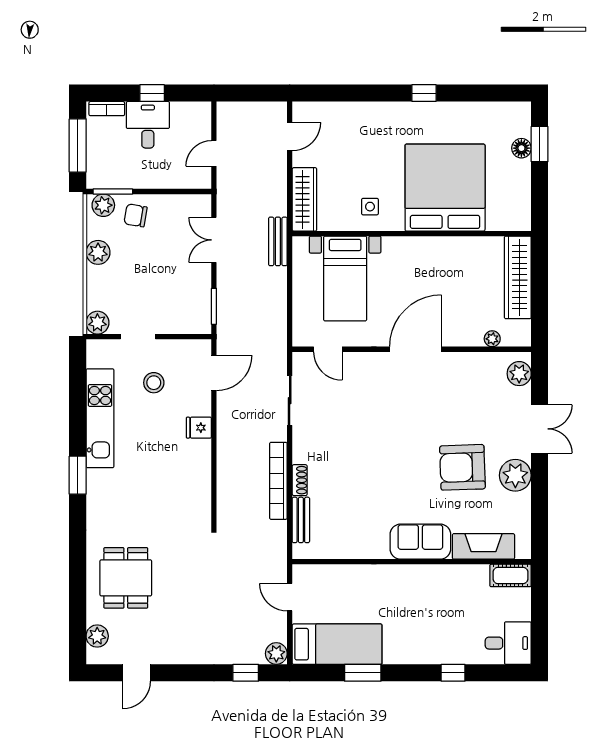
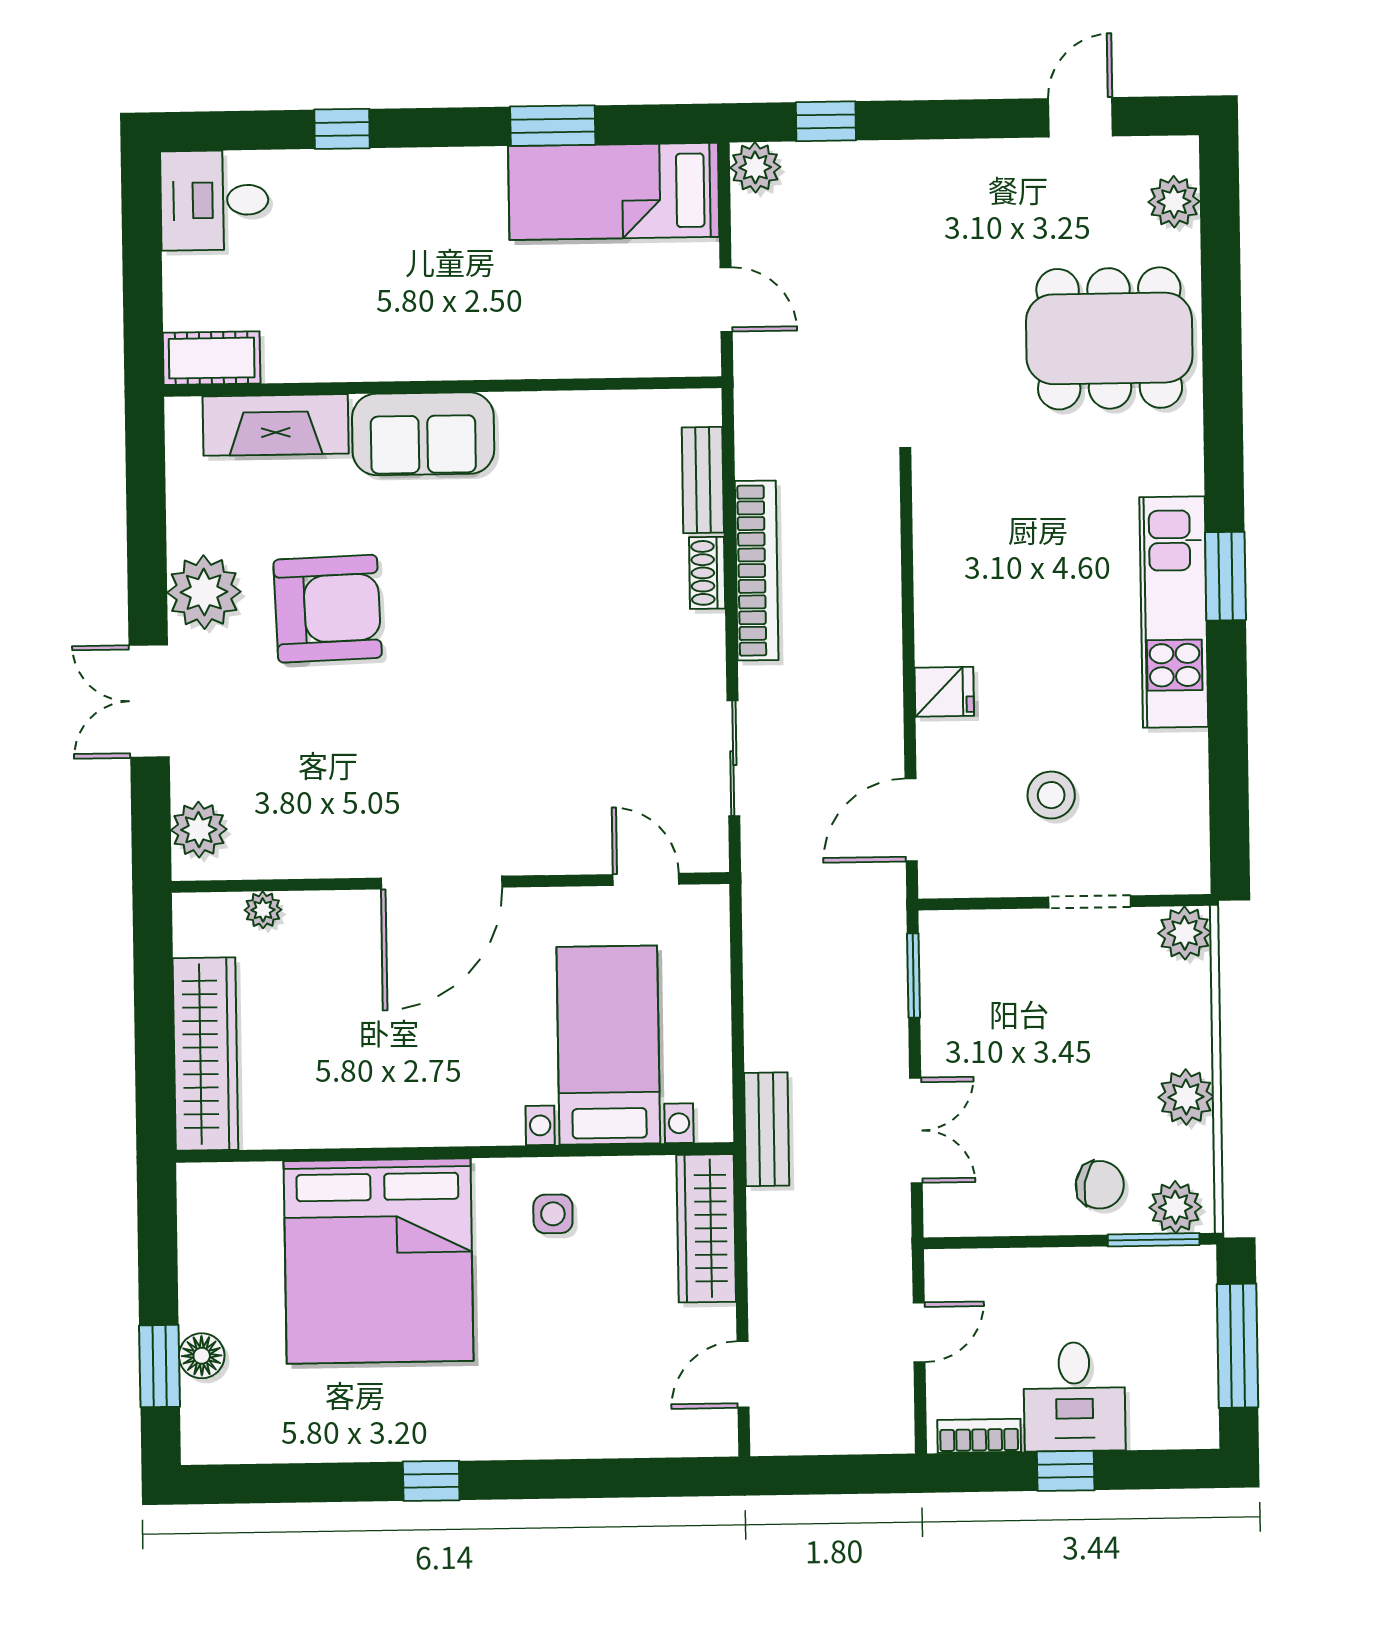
bookcase: (107, 109) -> (979, 1436), moved
kitchen unit: (100, 418) -> (1174, 612), moved
dining table: (126, 578) -> (1109, 338), width x1.38

